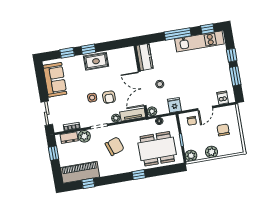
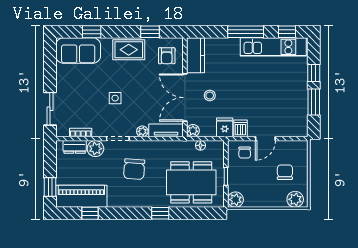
window: (88, 49) -> (150, 32), moved
sofa: (55, 80) -> (78, 50), moved, turned 90
armchair: (109, 97) -> (167, 56), moved
dishwasher: (223, 98) -> (240, 128), moved
chair: (115, 146) -> (134, 169), turned 113
plant: (212, 152) -> (295, 199), moved
window: (54, 153) -> (50, 187), moved

